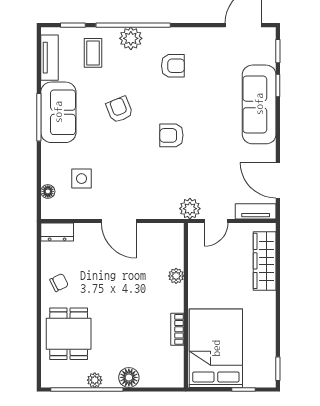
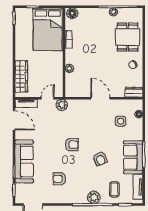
armchair: (173, 66) -> (59, 179), moved
floor lamp: (129, 377) -> (72, 13), moved

